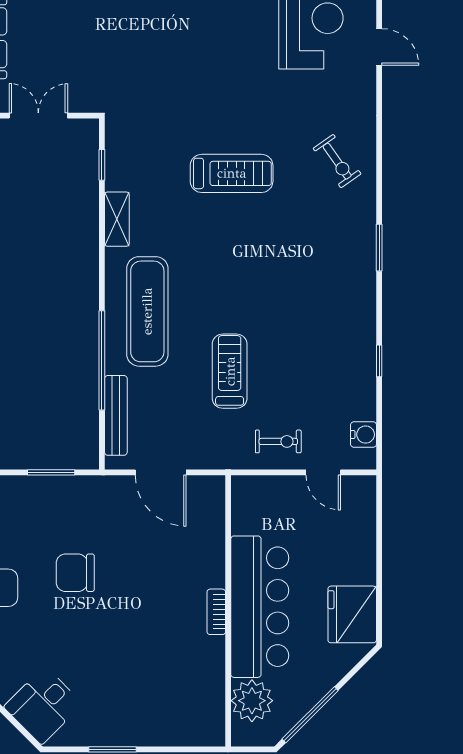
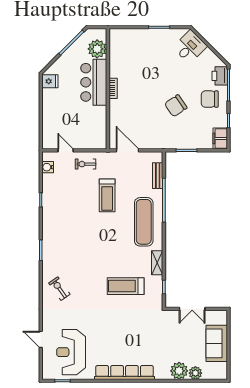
treadmill: (232, 173) -> (126, 286), moved
bench: (116, 415) -> (158, 176), width x0.73
door: (161, 472) -> (127, 150), moved
chair: (75, 573) -> (176, 106), turned 146
bar counter: (260, 607) -> (94, 82), width x0.73
fridge: (352, 614) -> (50, 81), width x0.53, depth x0.75

